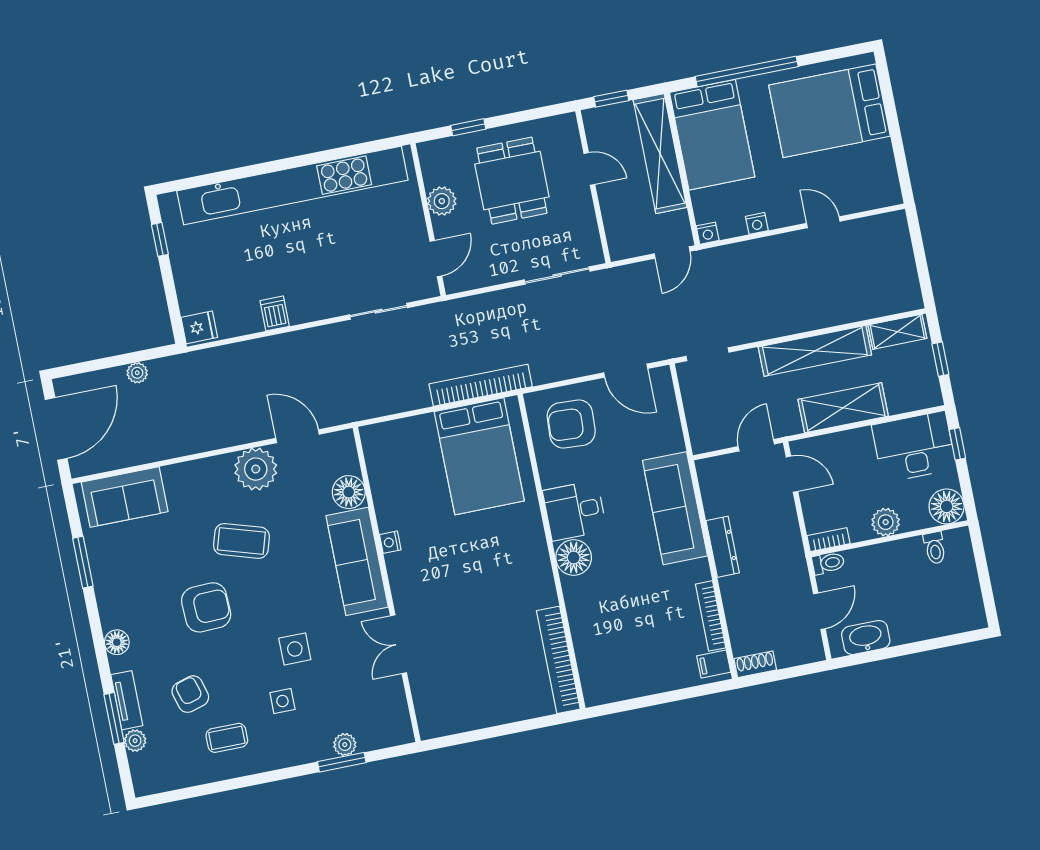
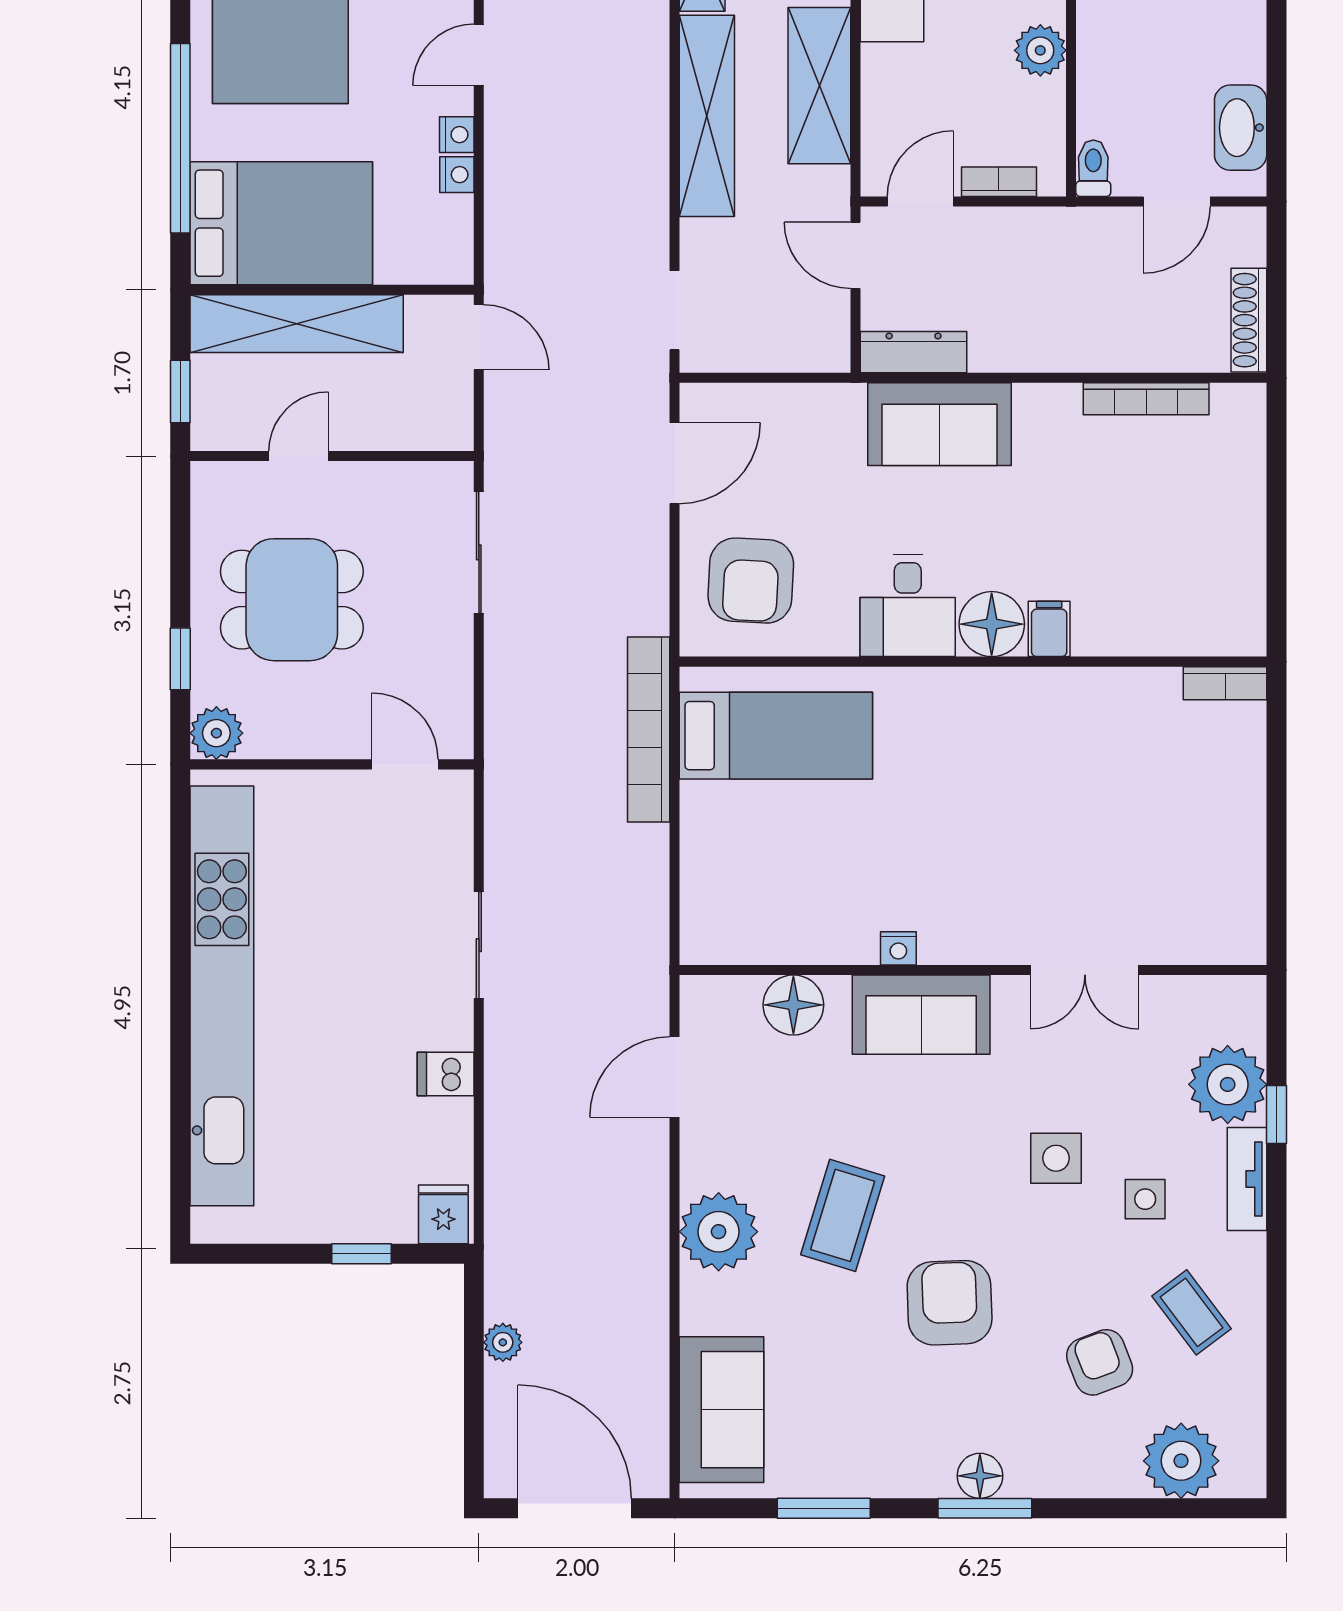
plant: (442, 201) -> (216, 733), moved
nightstand: (708, 233) -> (457, 135), moved
window: (160, 239) -> (361, 1254), moved
sliding door: (378, 311) -> (479, 945), moved
bed: (479, 456) -> (776, 736), width x0.67
plant: (256, 469) -> (719, 1232), moved
sofa: (675, 508) -> (940, 424), width x0.73
bookcase: (828, 540) -> (999, 182), moved, turned 90
dresser: (723, 547) -> (914, 352), moved
sofa: (357, 561) -> (921, 1015), width x0.73
door: (819, 611) -> (1177, 202), swing flipped
bookcase: (558, 660) -> (1225, 683), width x0.43, depth x0.76
filing cabinet: (714, 664) -> (1049, 629), moved, turned 180
shoe rack: (755, 664) -> (1249, 320), width x1.43
armchair: (190, 694) -> (1100, 1362), turned 85
tv unit: (127, 700) -> (1247, 1179), moved, turned -90
window: (114, 718) -> (985, 1508), moved
coffee table: (227, 738) -> (1192, 1312), turned -37
plant: (135, 741) -> (1181, 1461), width x1.87, depth x1.87
plant: (345, 745) -> (1228, 1084), width x1.87, depth x1.87
window: (342, 762) -> (1276, 1114), width x0.67

